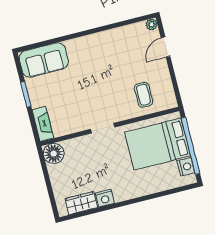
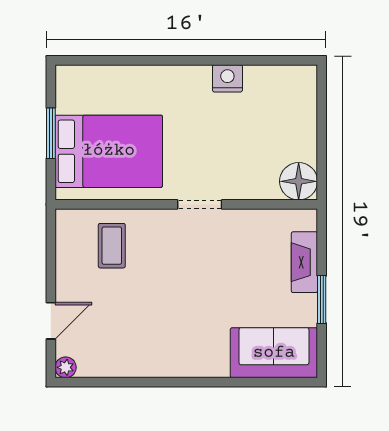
fireplace: (43, 124) -> (304, 262), moved
window: (191, 146) -> (51, 133), width x0.47
nightstand: (186, 167) -> (68, 98), removed
wardrobe: (81, 203) -> (271, 80), removed

